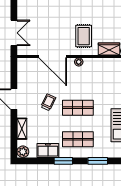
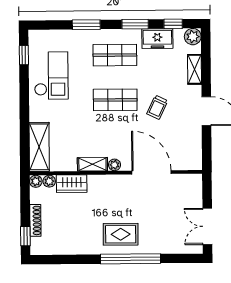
double door: (14, 33) -> (207, 226), moved
rug: (84, 36) -> (121, 234), moved, turned 90
shelving: (94, 62) -> (92, 164), added
window: (37, 161) -> (173, 24), added

